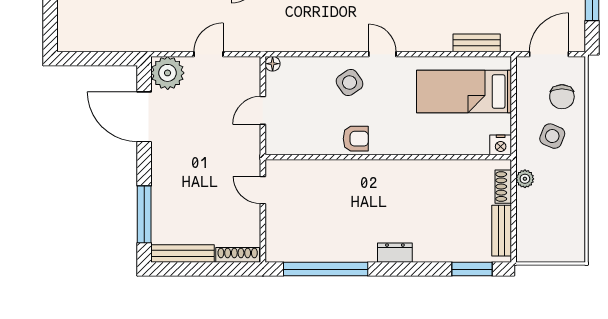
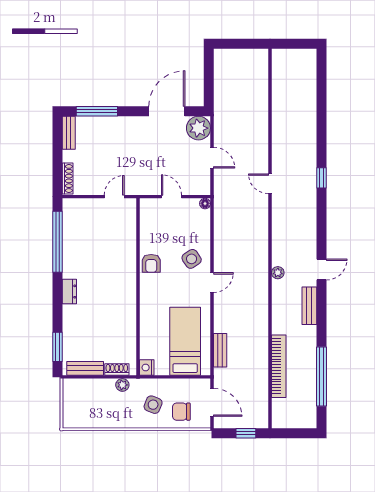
bench: (182, 253) -> (69, 133), width x0.73

